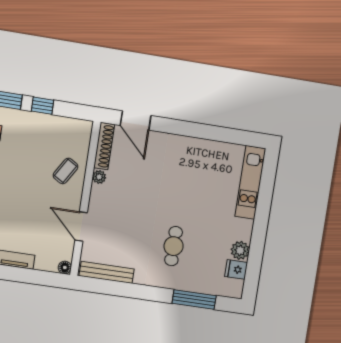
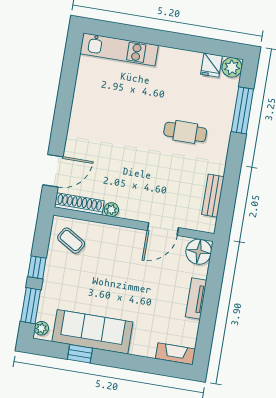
coffee table: (66, 171) -> (71, 241), moved
plant: (240, 250) -> (232, 67), moved
floor lamp: (65, 268) -> (199, 252), width x1.89, depth x1.89
bench: (107, 272) -> (213, 196), width x0.73

